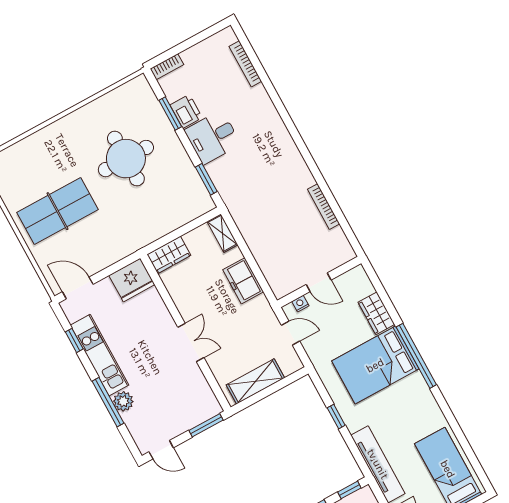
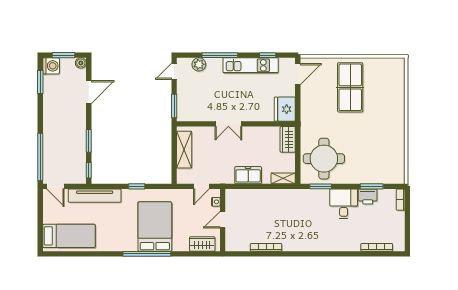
round table: (126, 159) -> (324, 159), moved
wardrobe: (376, 313) -> (202, 244), moved
plant: (123, 401) -> (199, 64), moved

